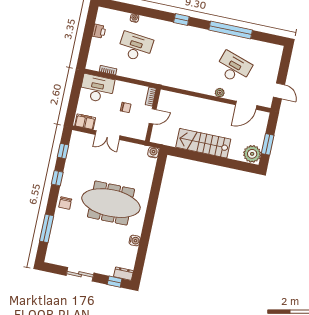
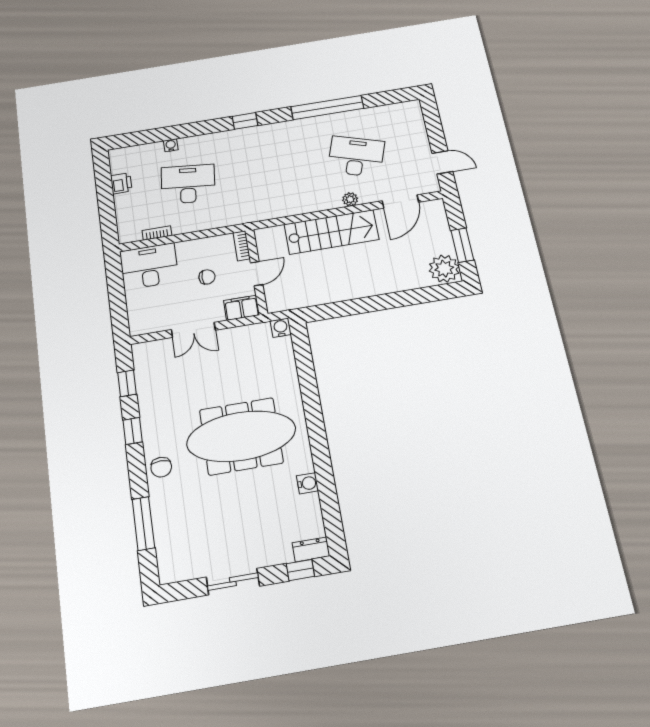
filing cabinet: (85, 122) -> (241, 308), moved
stairs: (203, 143) -> (332, 232), moved, turned 180

